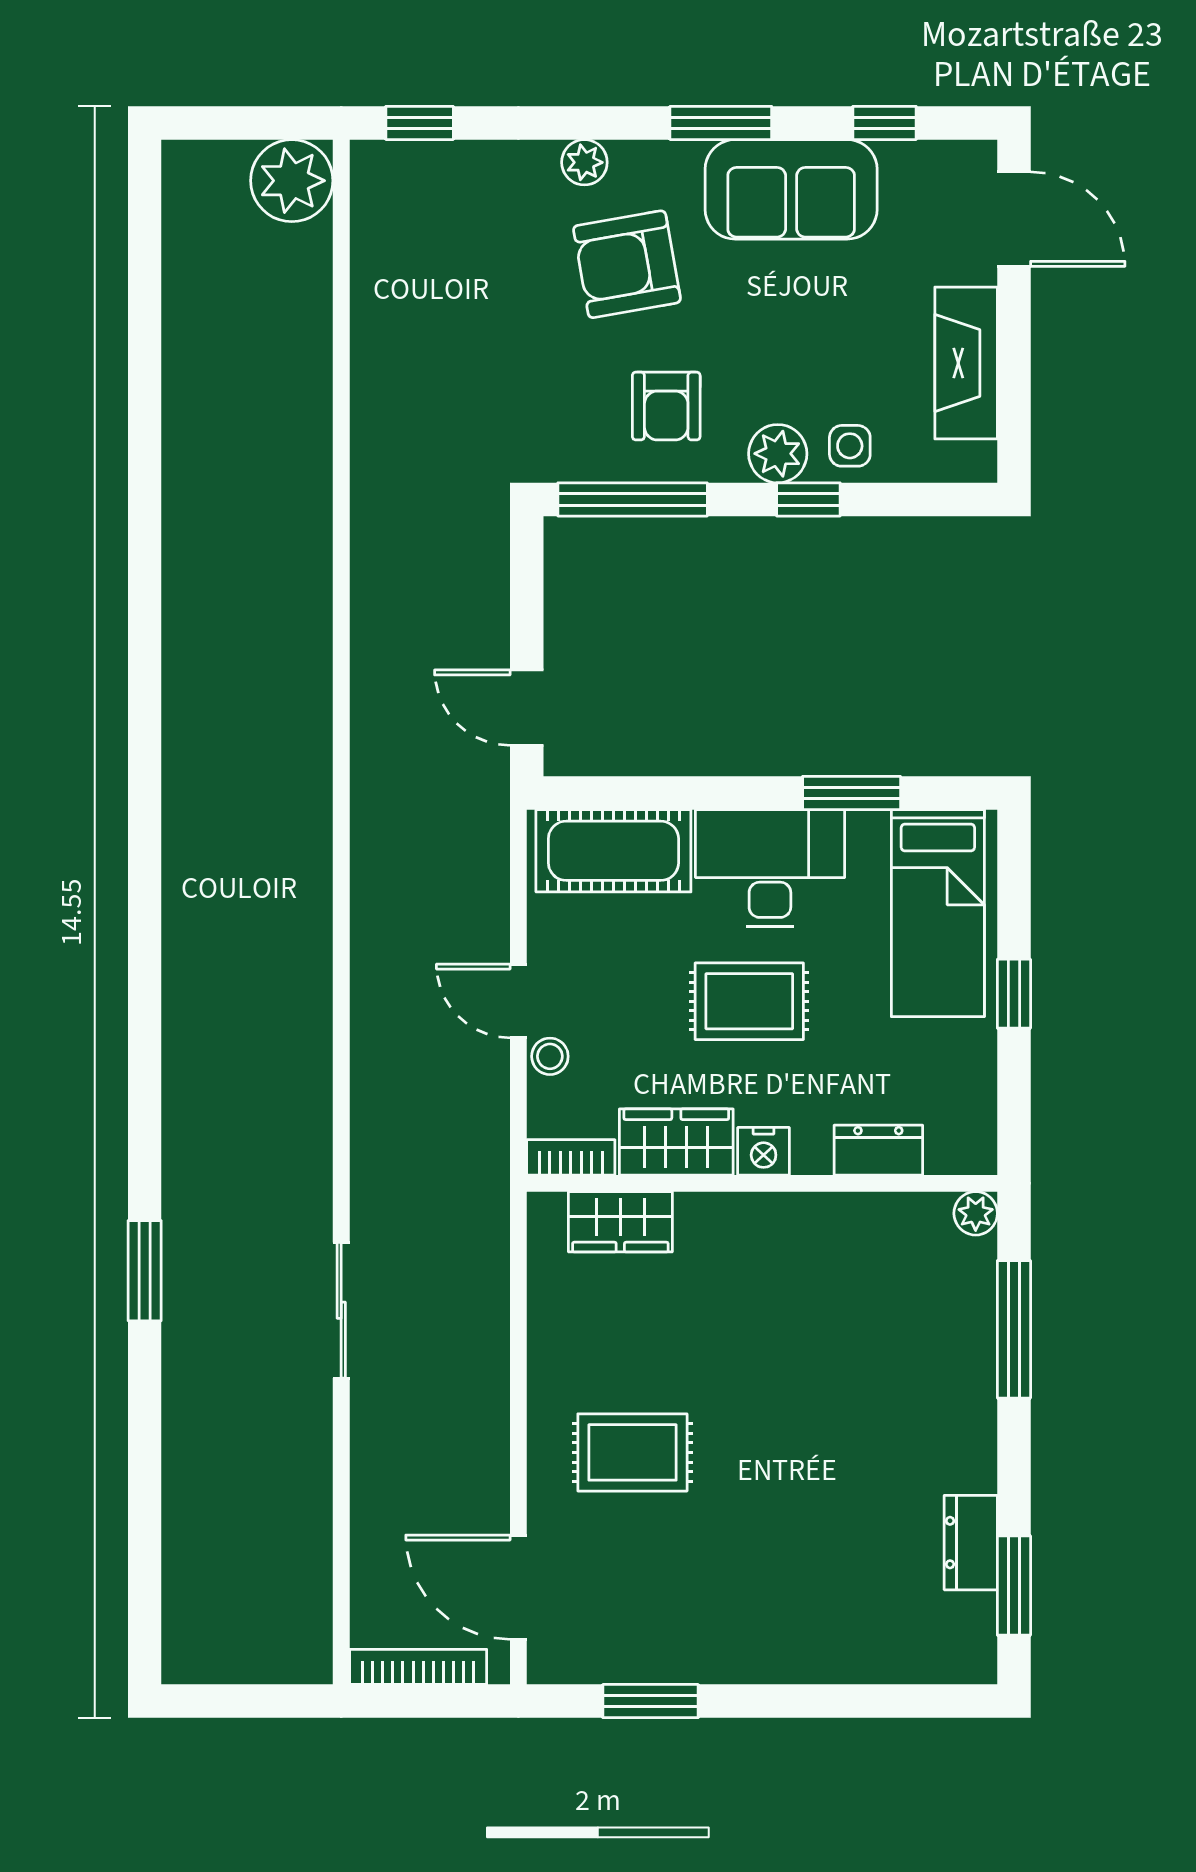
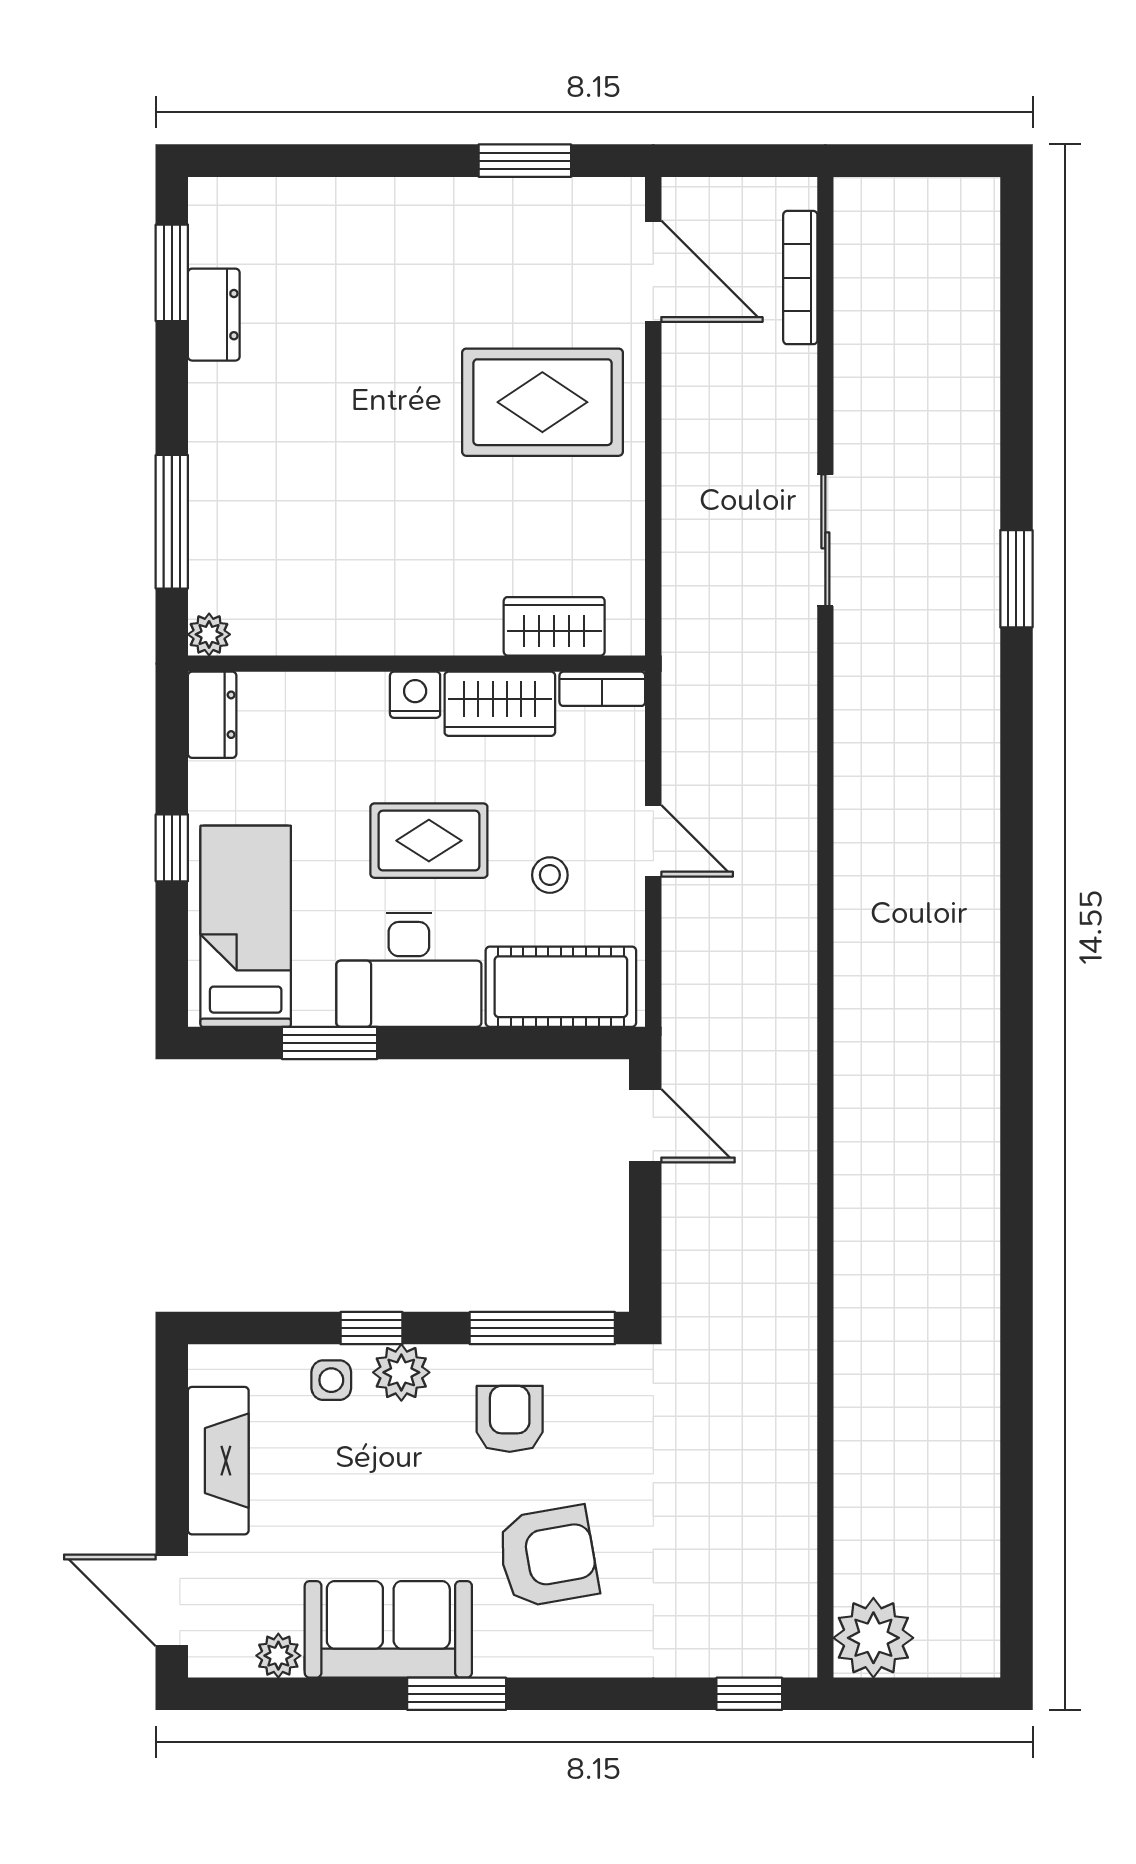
window: (884, 123) -> (298, 1694), removed
plant: (584, 162) -> (278, 1656), moved
stool: (550, 1056) -> (550, 875), moved
dresser: (878, 1150) -> (212, 715), moved, turned -90
rug: (632, 1452) -> (542, 402), width x1.36, depth x1.43
bookcase: (418, 1667) -> (800, 278), moved, turned 90

